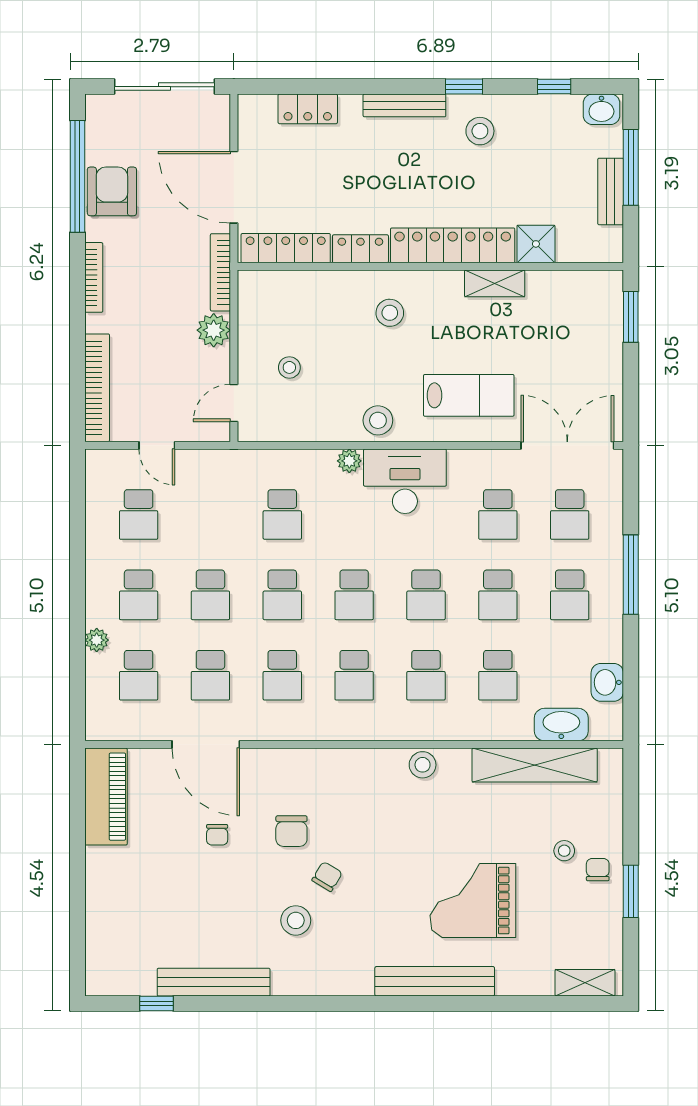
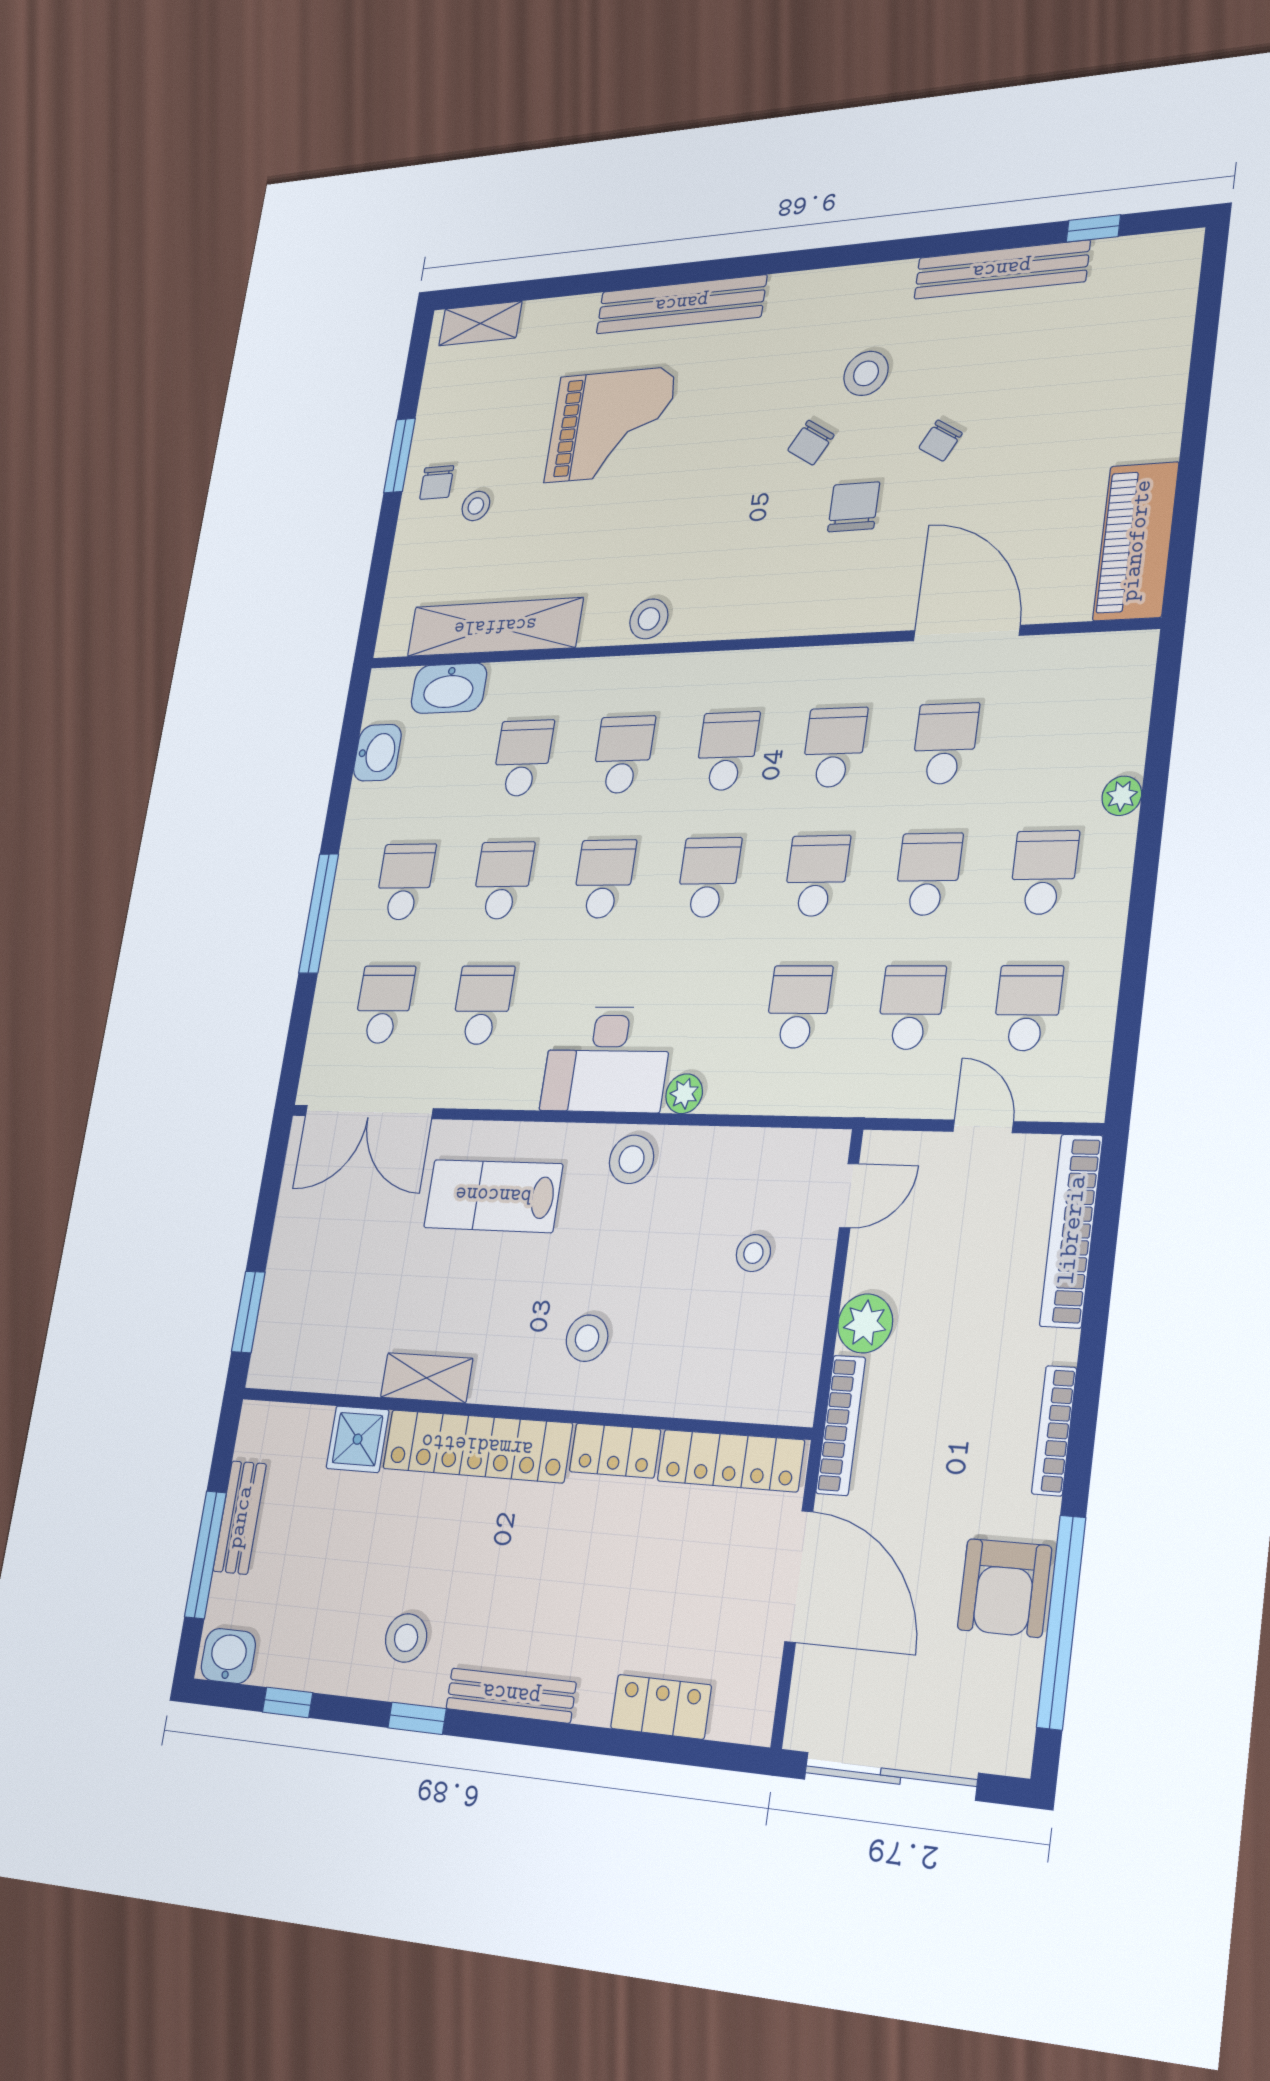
school desk: (139, 675) -> (911, 1007), moved
chair: (217, 835) -> (941, 441), moved, turned -150

